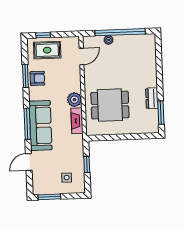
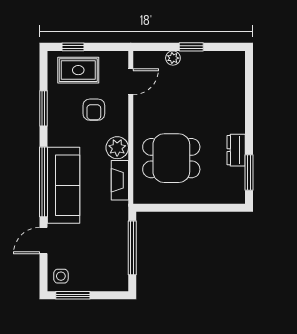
window: (120, 32) -> (191, 47), width x0.32
armchair: (37, 78) -> (94, 110), moved, turned 90
window: (27, 124) -> (43, 182), width x1.46
window: (87, 165) -> (132, 248), width x2.17
side table: (67, 178) -> (61, 276), moved

